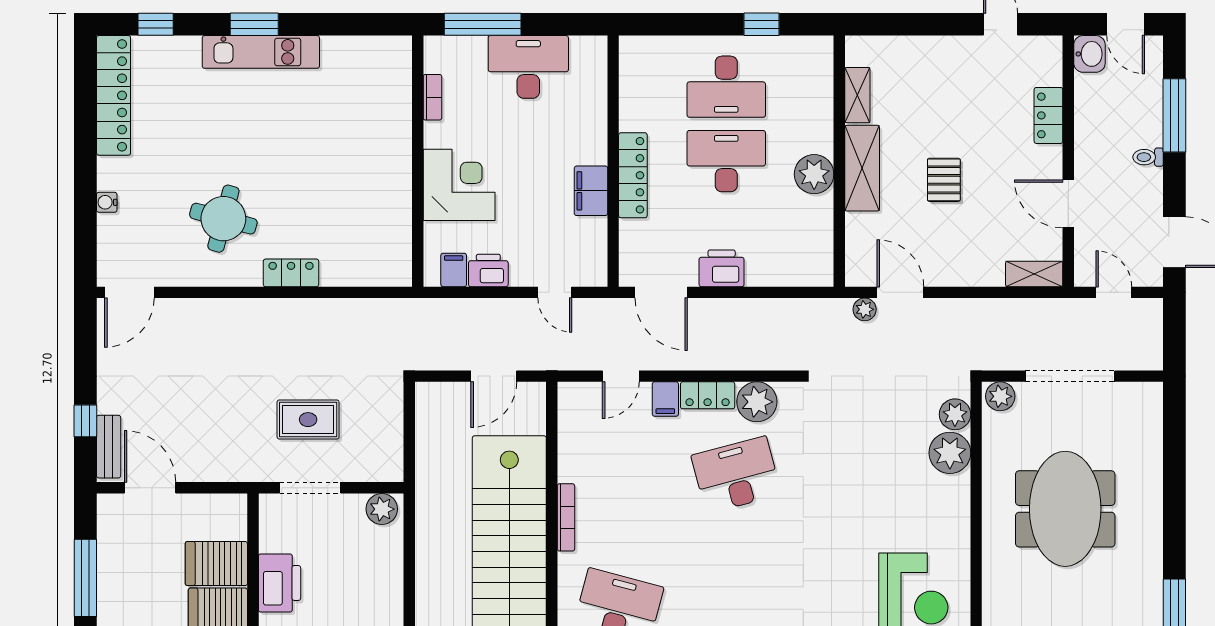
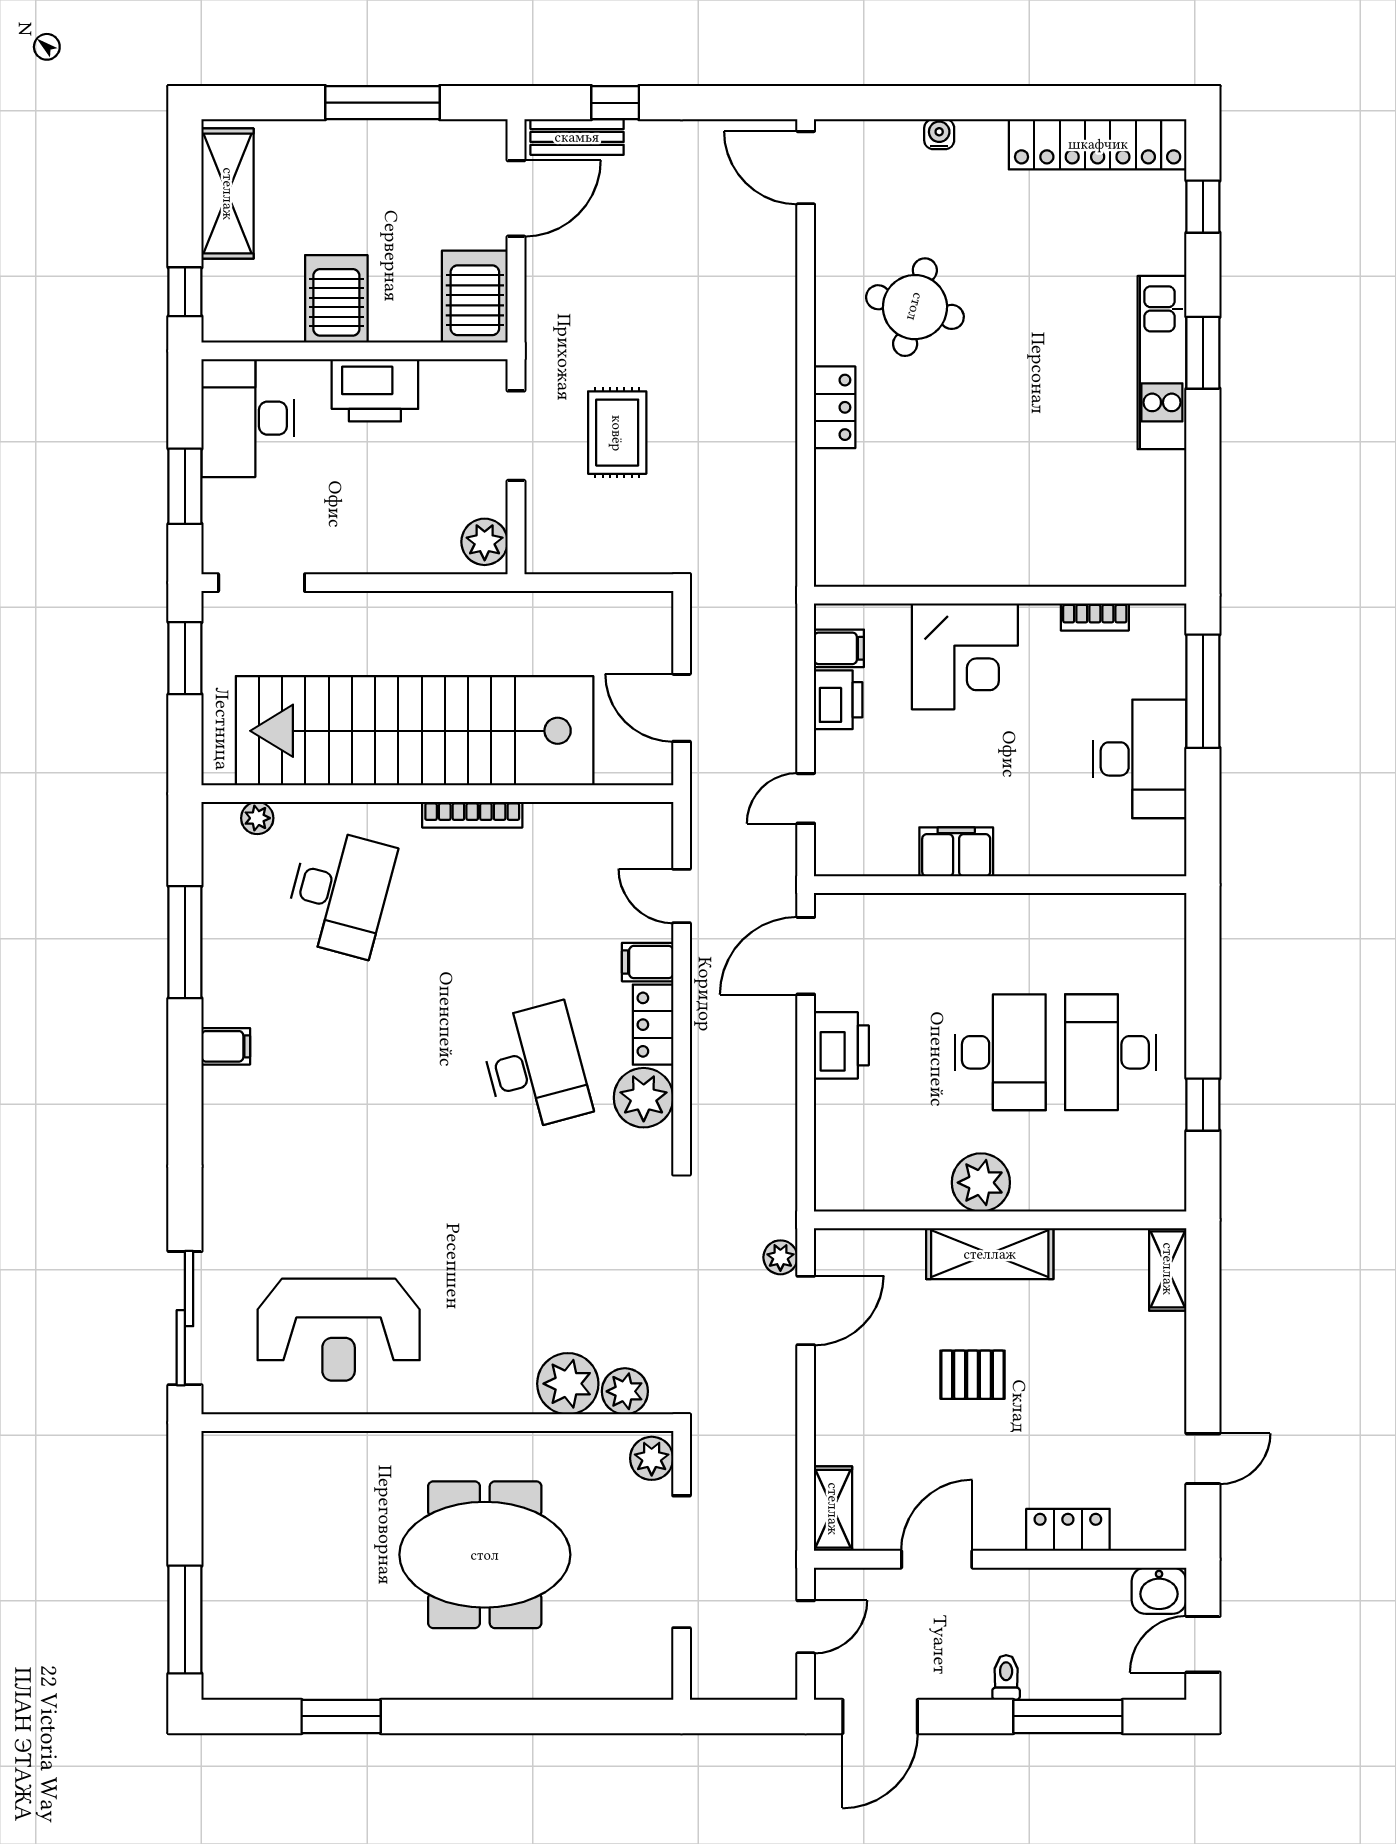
shelving: (857, 95) -> (1168, 1269), moved, turned 90
locker: (633, 175) -> (979, 914), removed
server rack: (216, 564) -> (475, 297), moved

